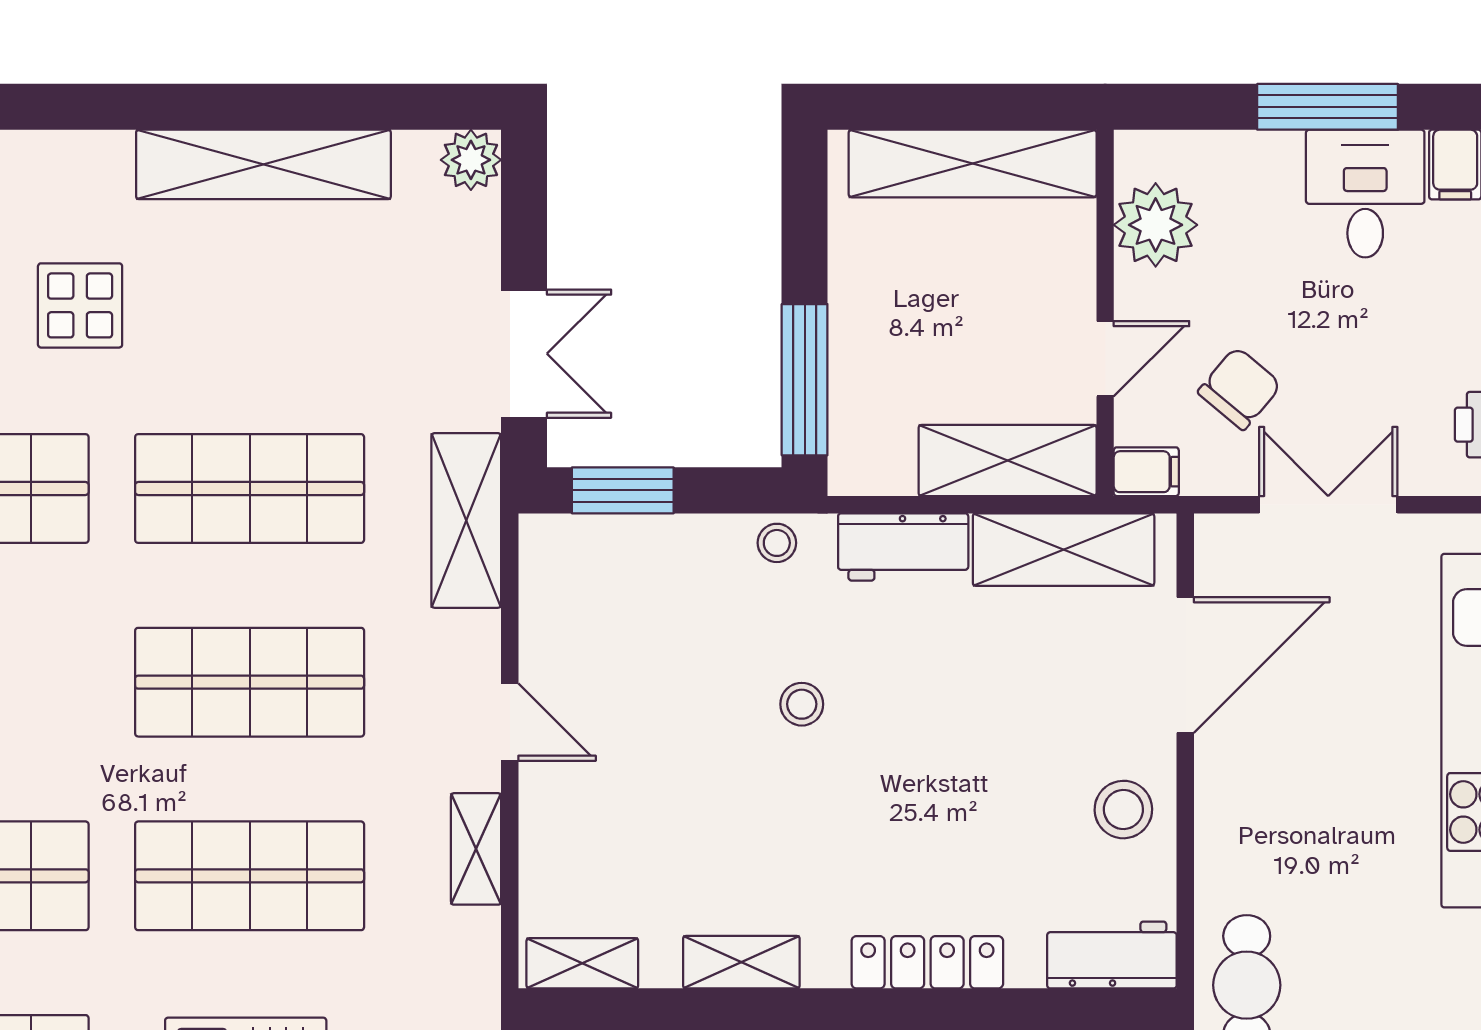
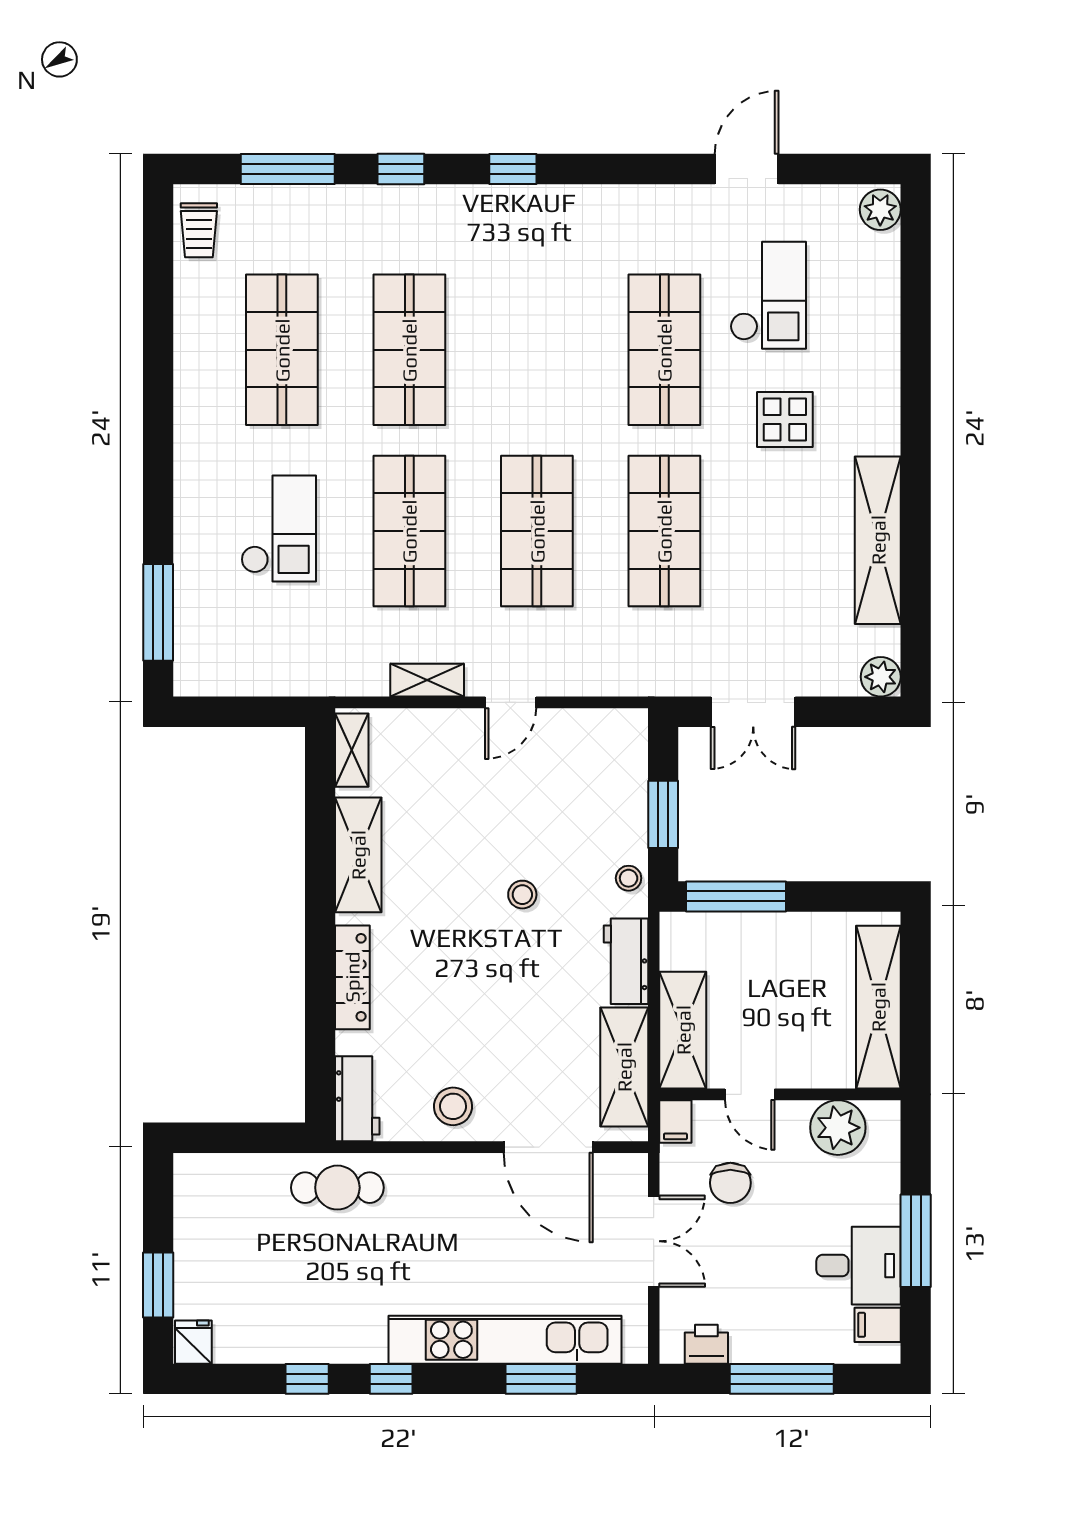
chair: (1240, 388) -> (730, 1183), turned 50
window: (623, 490) -> (663, 814), moved
shelving: (466, 520) -> (643, 674), removed
shelving: (741, 962) -> (358, 855), width x1.50, depth x1.33

